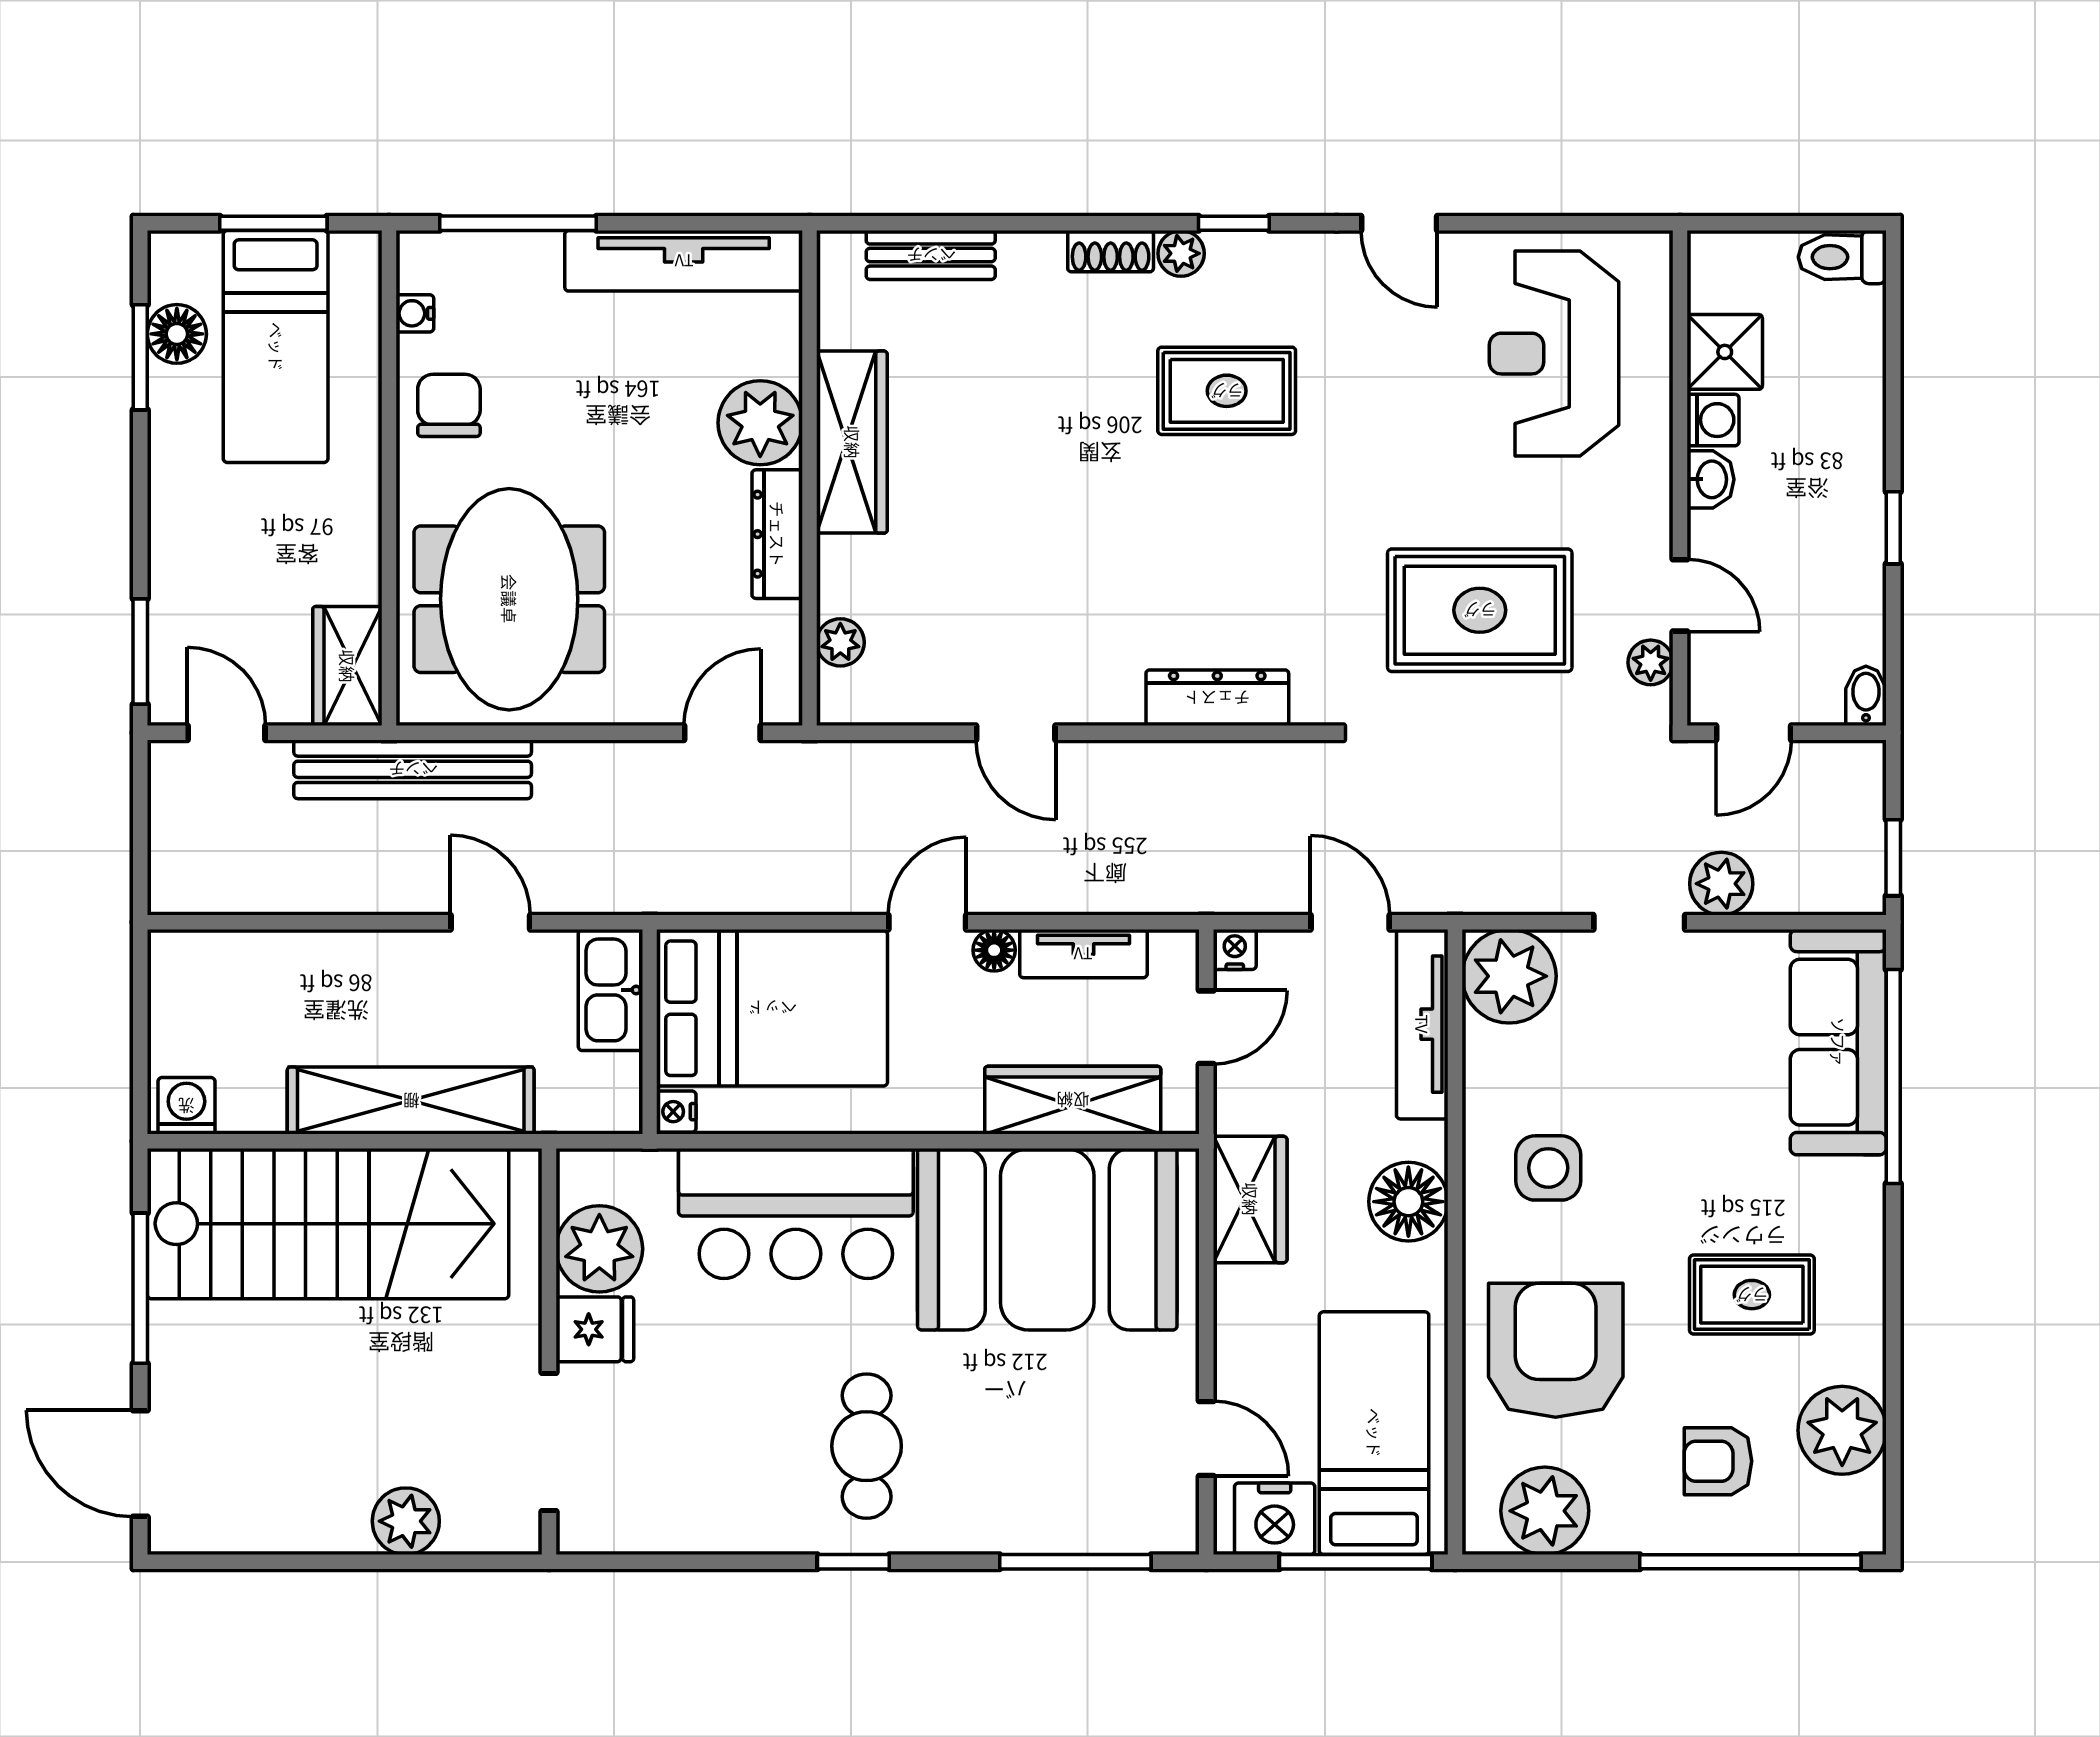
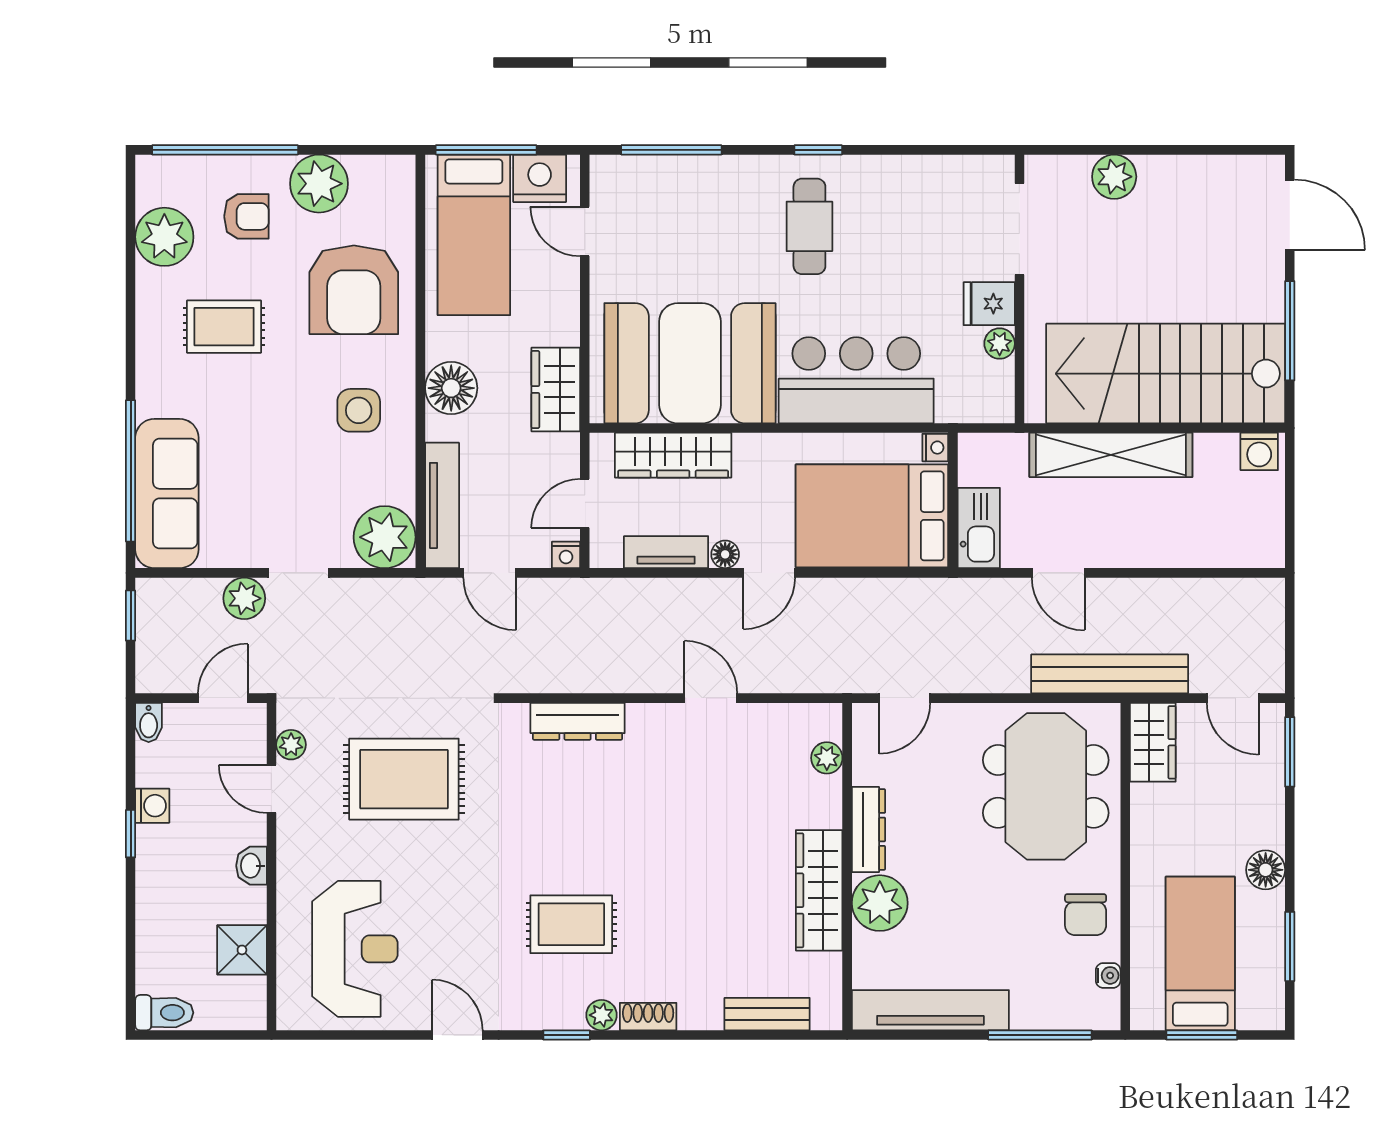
floor lamp: (177, 334) -> (1266, 870), moved
washing machine: (1713, 420) -> (152, 806), moved, turned 180
plant: (599, 1249) -> (1000, 344), width x0.53, depth x0.53
plant: (1545, 1511) -> (319, 184), moved

